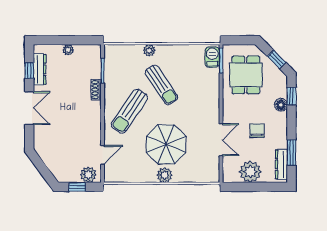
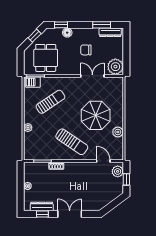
dining table: (246, 75) -> (46, 58), turned 90
sun lounger: (161, 85) -> (50, 102), moved
plant: (250, 172) -> (115, 67), moved
plant: (165, 175) -> (118, 132), moved

